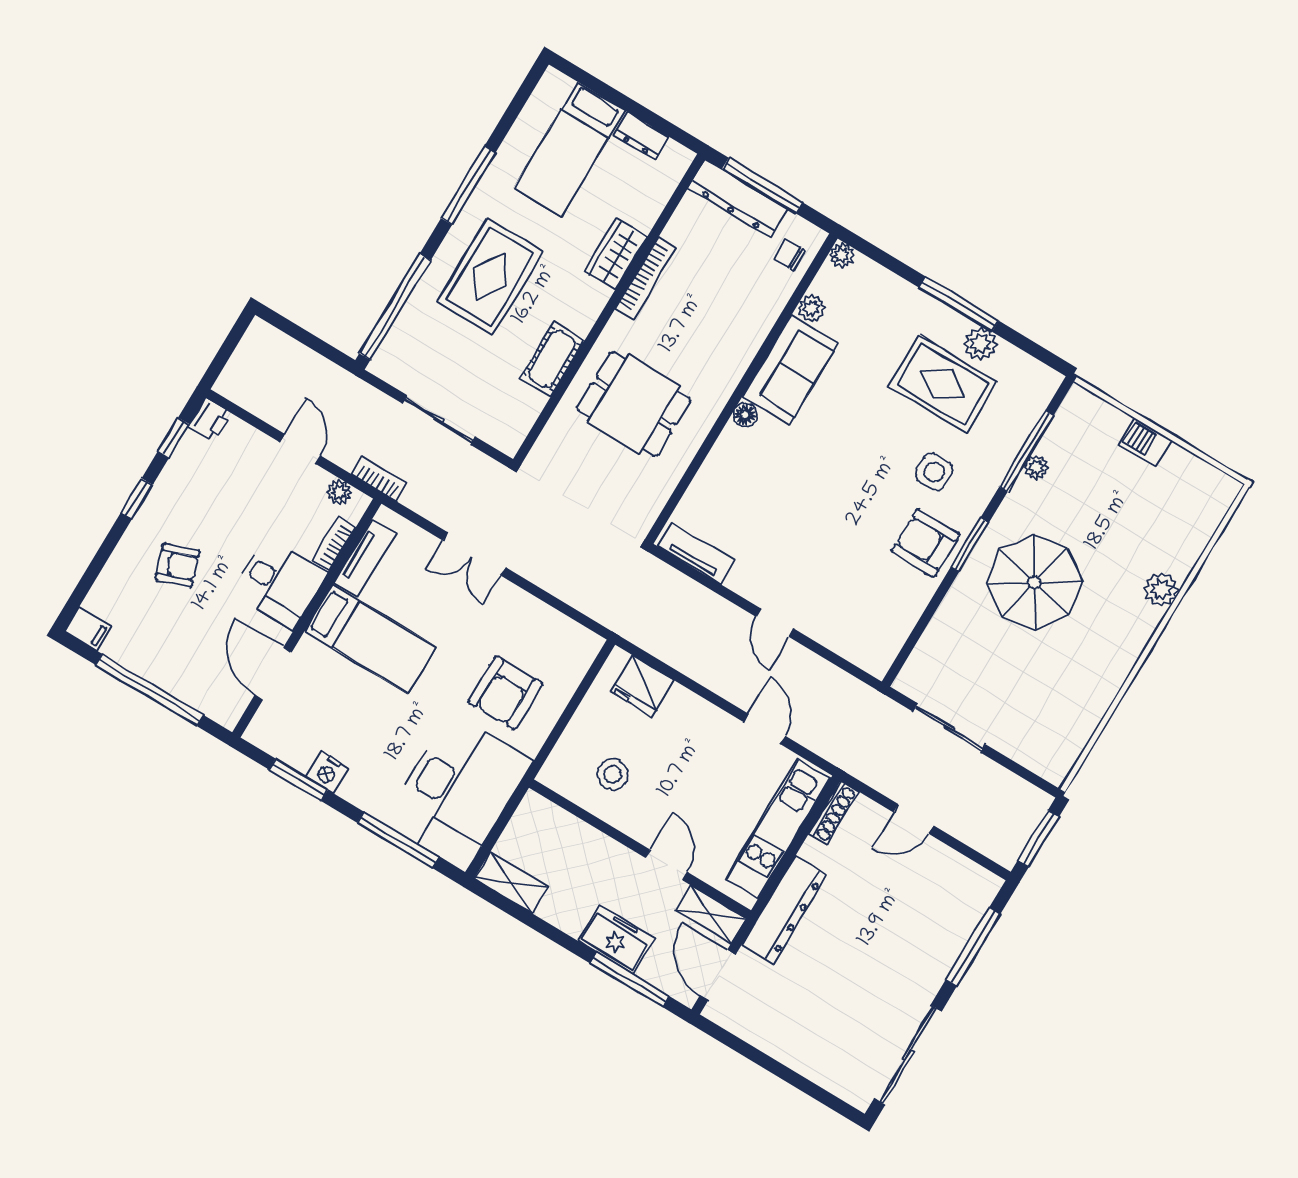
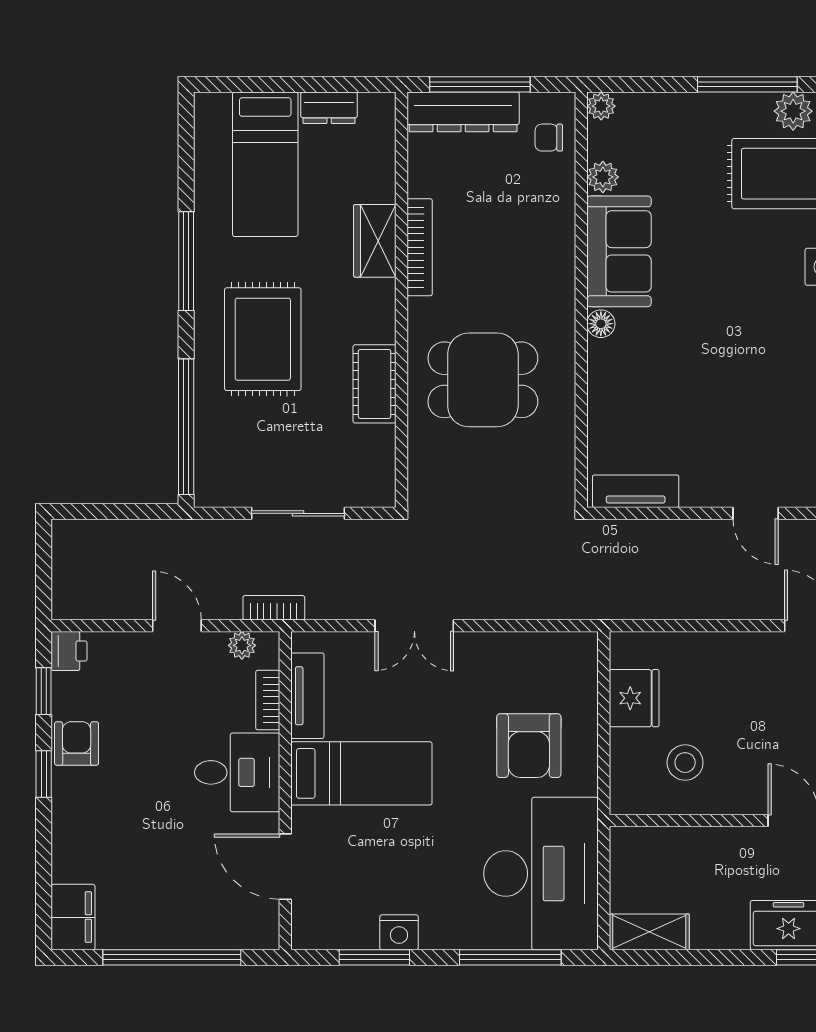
armchair: (177, 565) -> (77, 744), moved, turned -71
filing cabinet: (88, 629) -> (73, 917), width x2.00
fridge: (642, 686) -> (634, 698), moved, turned -90

